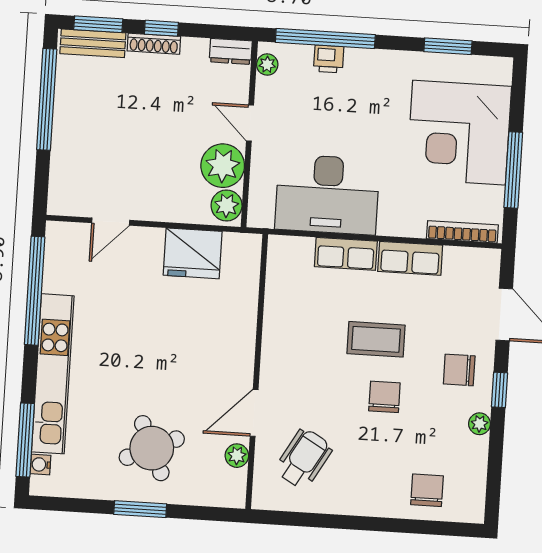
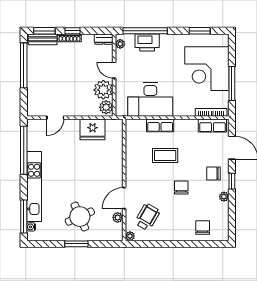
printer: (329, 59) -> (147, 42), width x1.87, depth x1.48
row of seats: (410, 258) -> (212, 126), moved
coffee table: (376, 339) -> (165, 155), moved
plant: (262, 499) -> (130, 236), added

